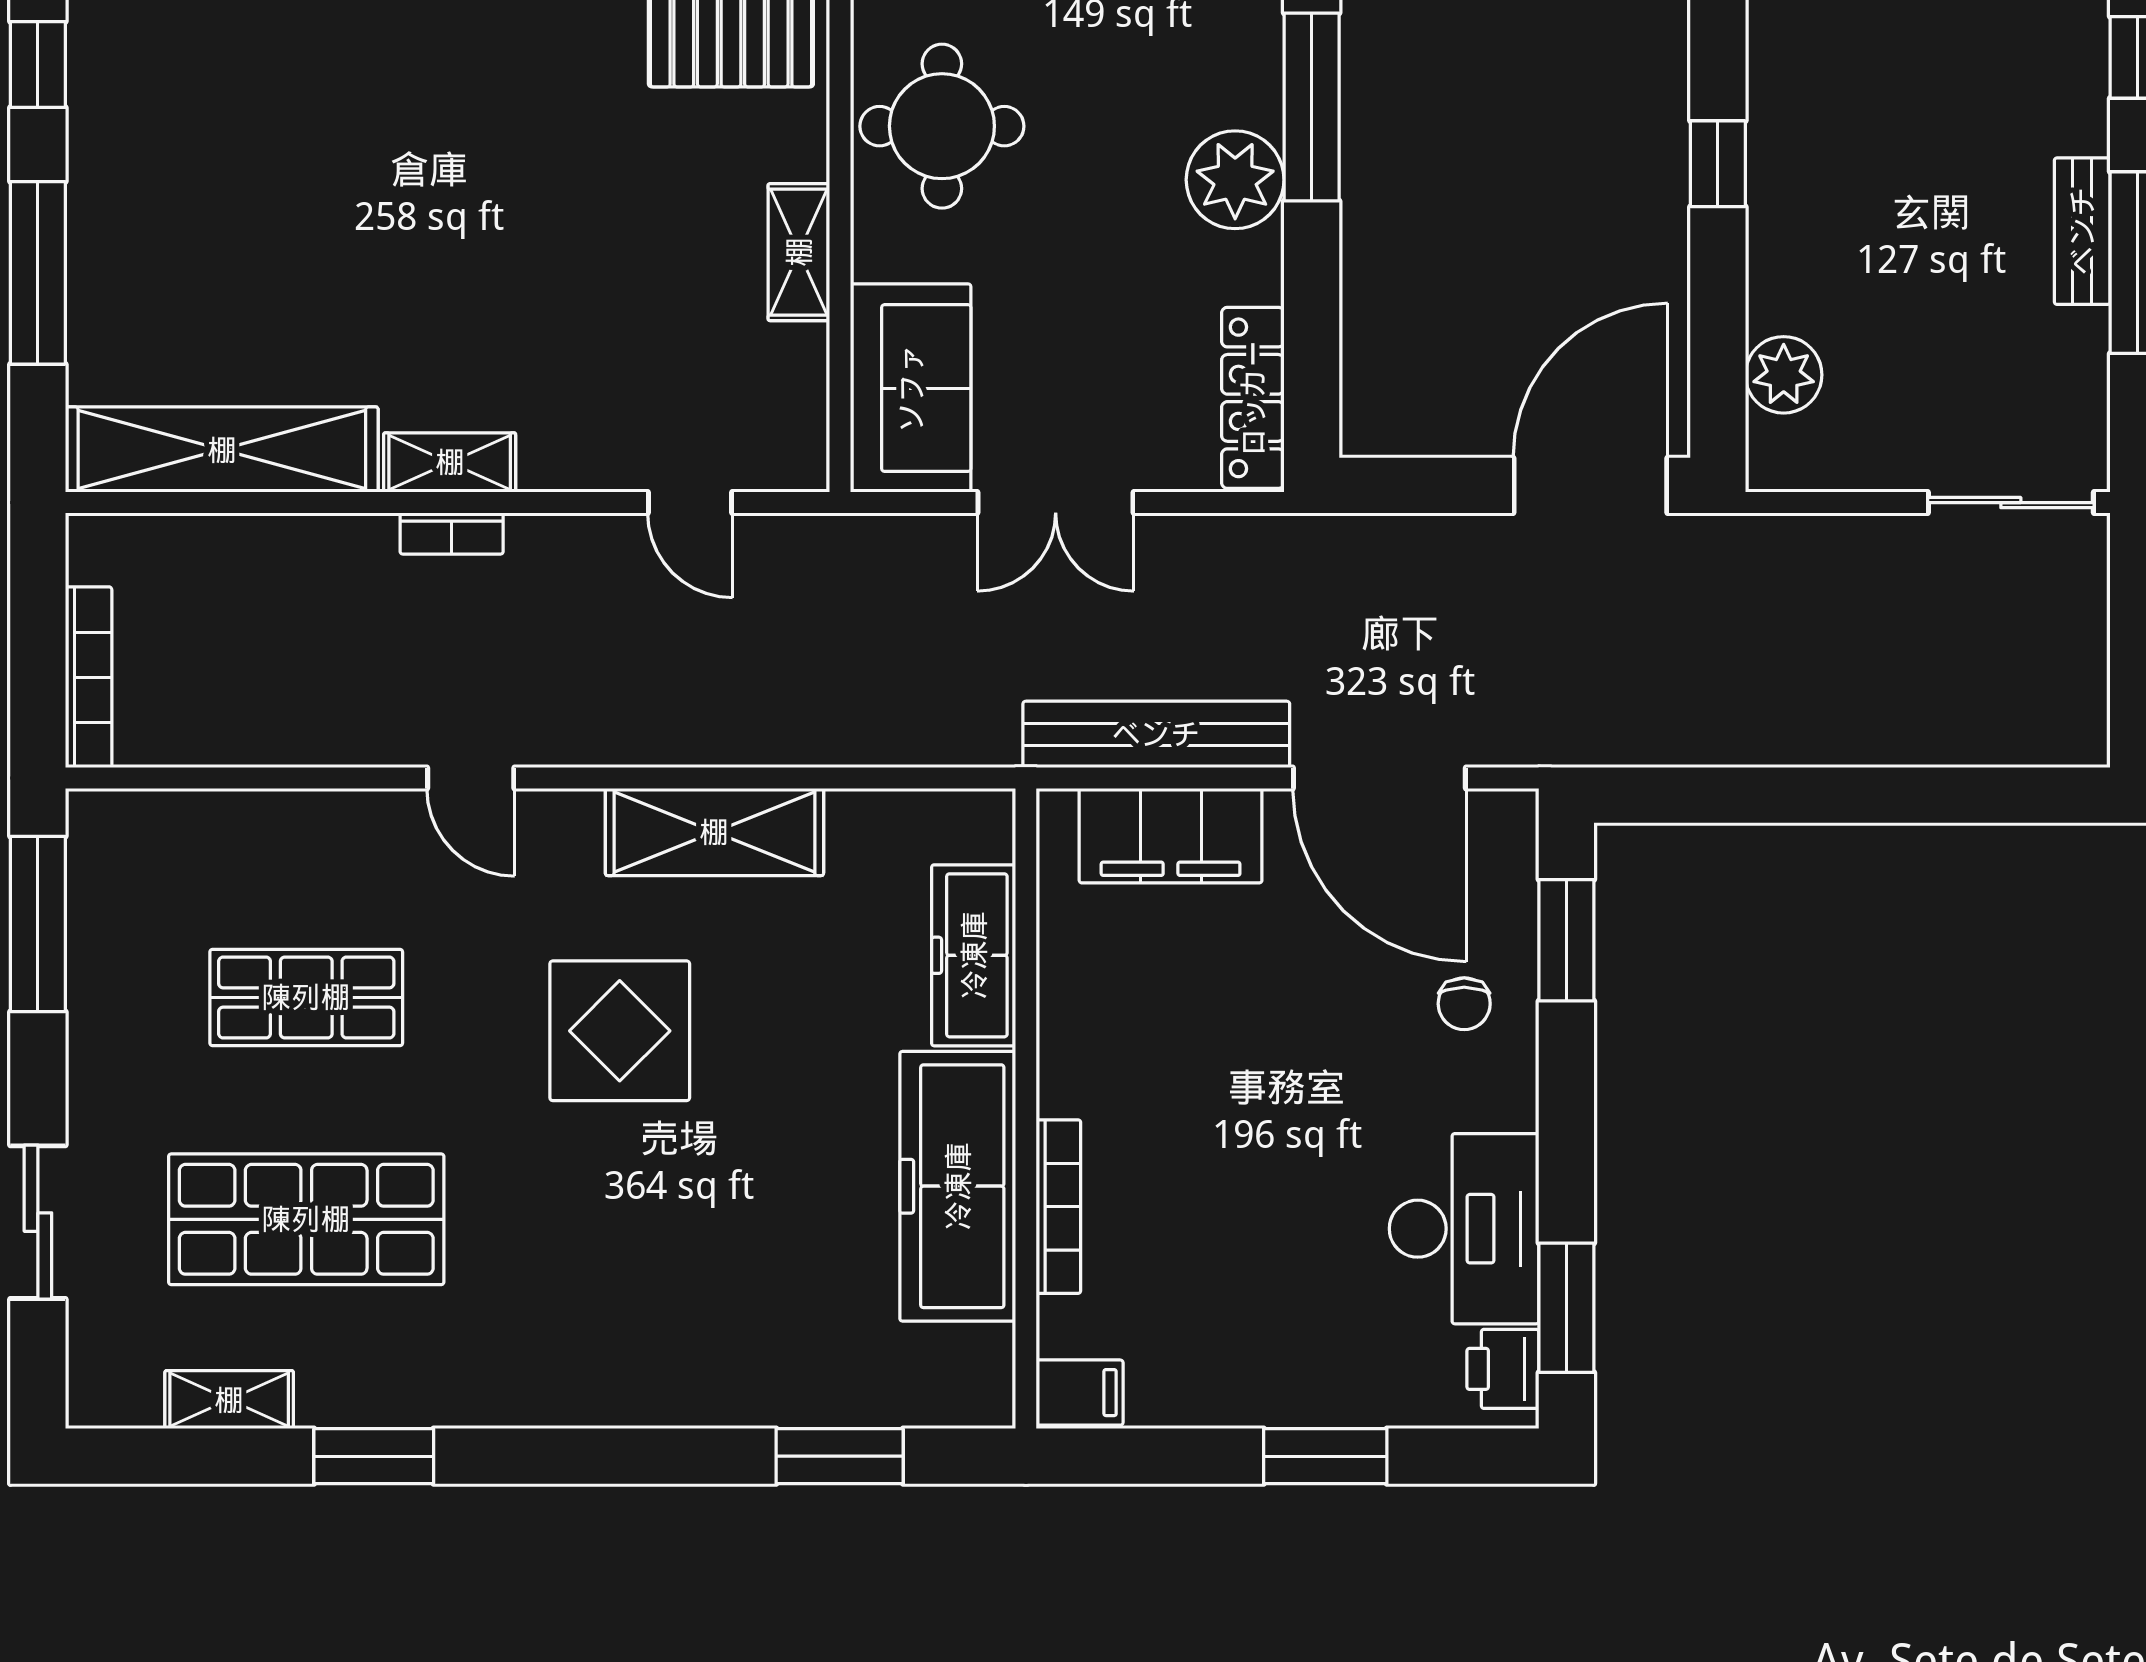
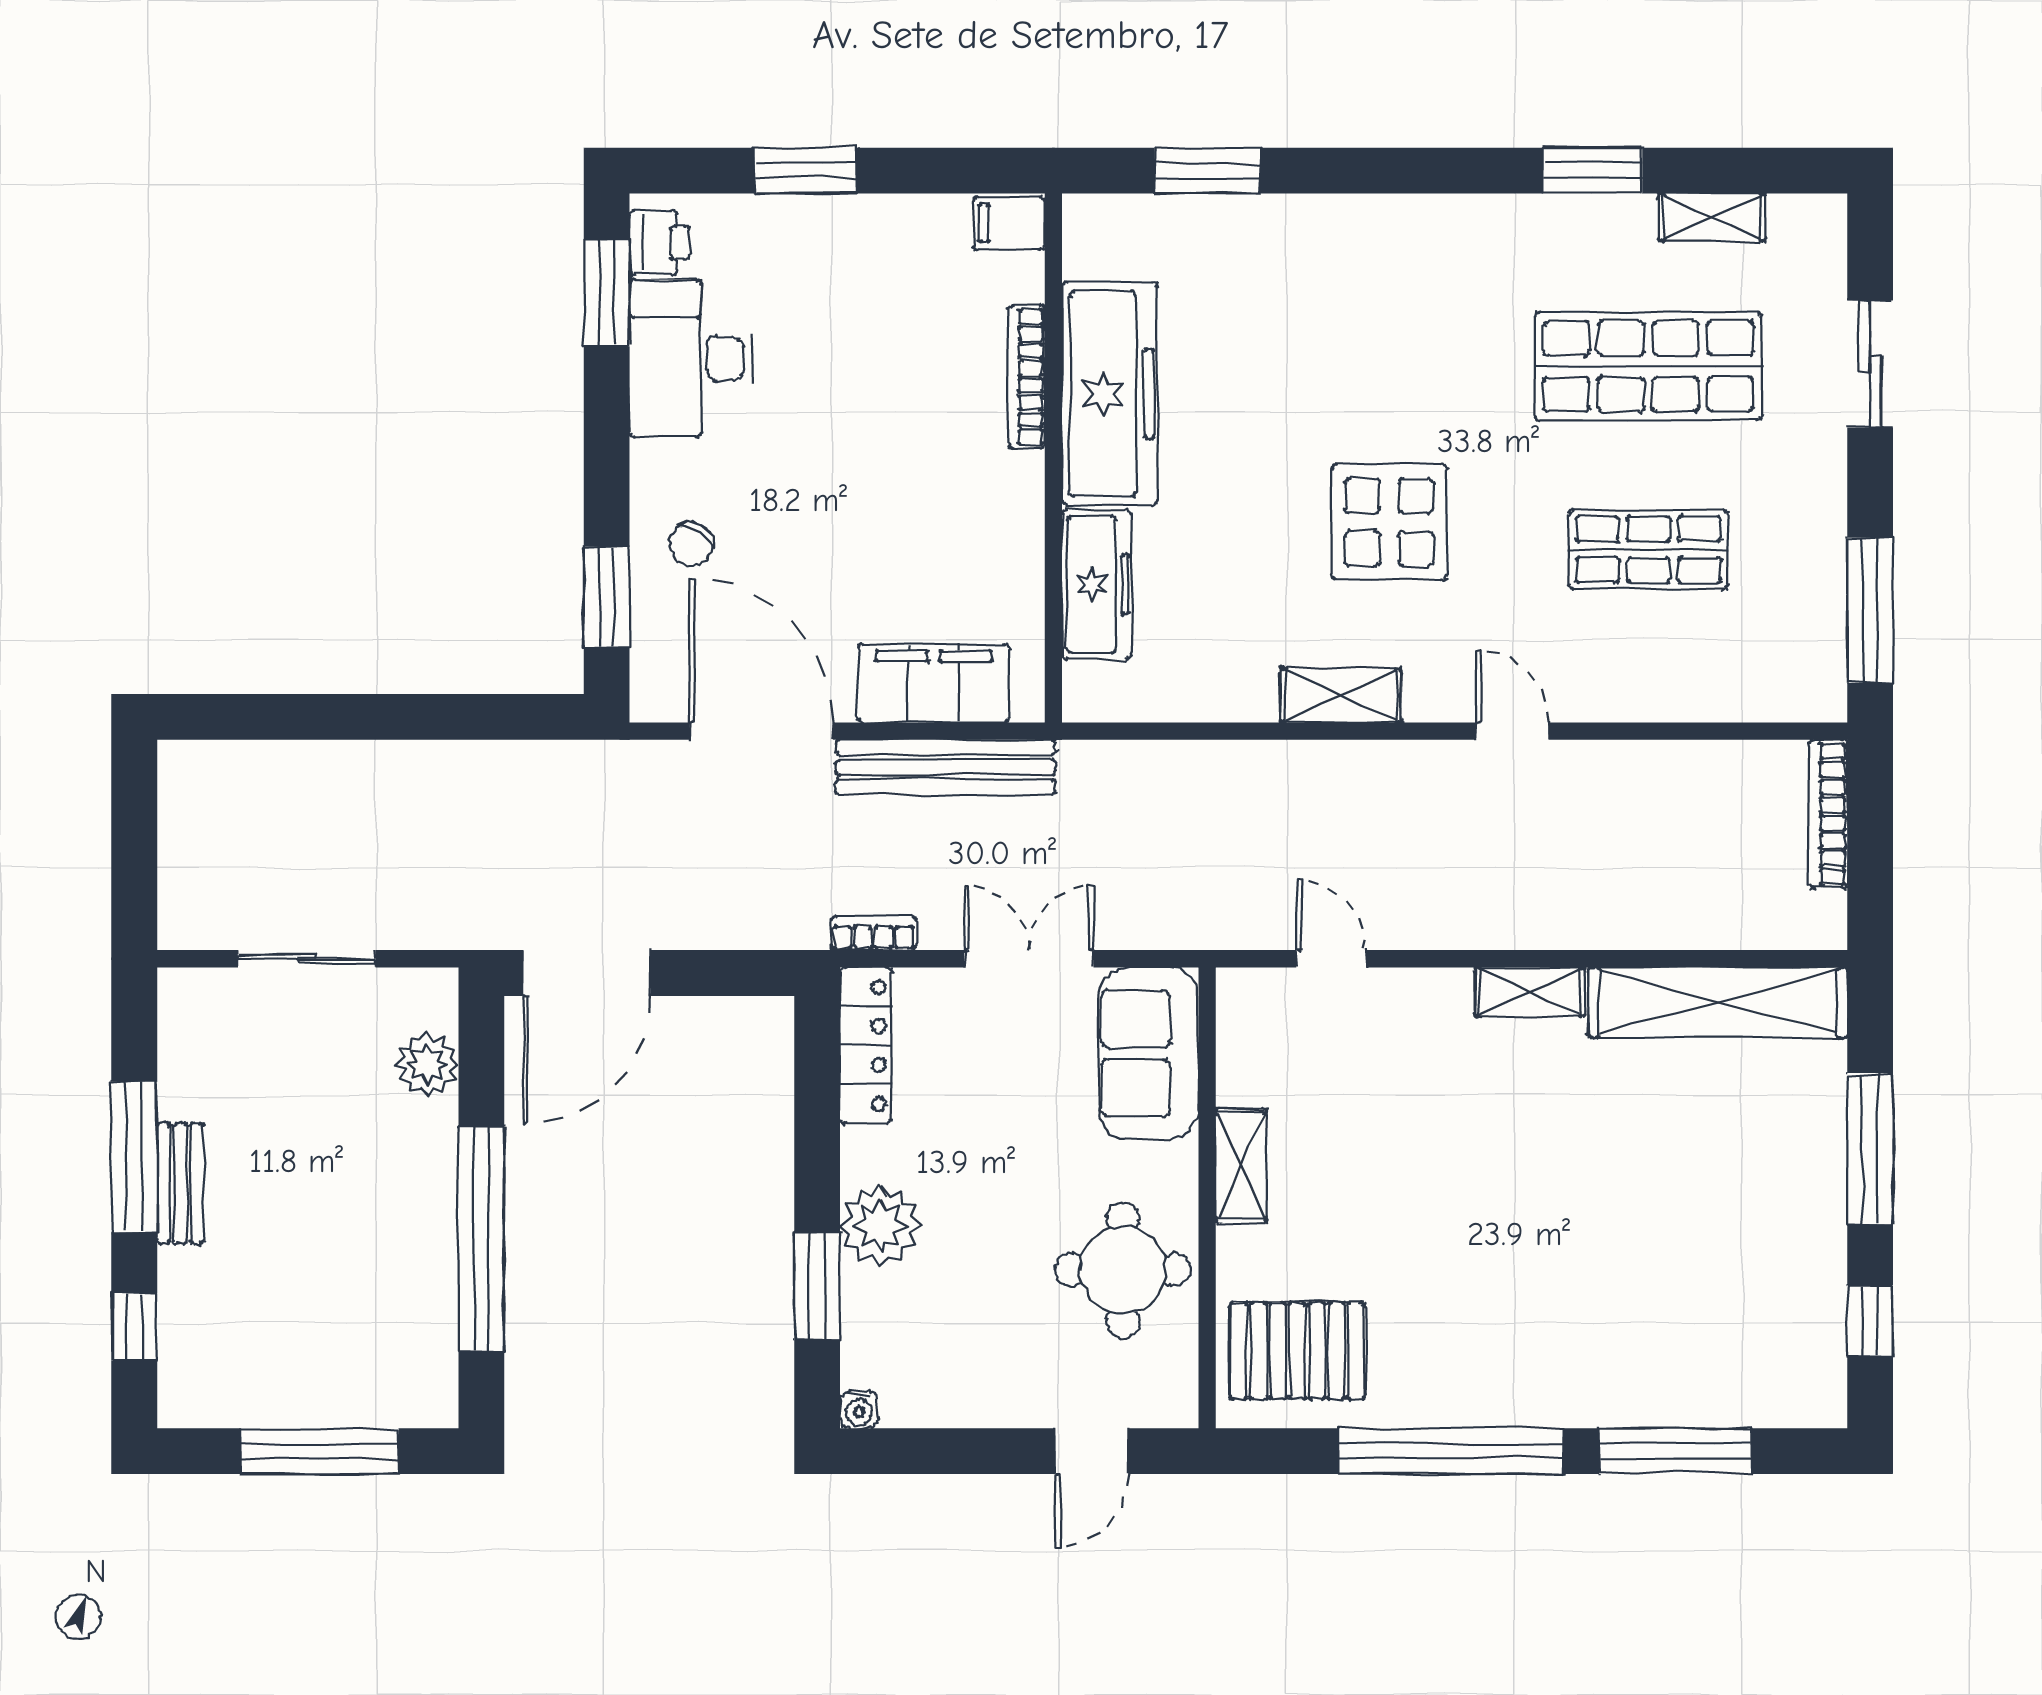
window: (1312, 107) -> (817, 1286), width x0.69
window: (1718, 164) -> (481, 1239), width x3.17
sliding door: (2011, 503) -> (307, 959), moved
bookcase: (452, 533) -> (873, 933), moved
shelving: (714, 832) -> (1341, 696), width x0.67, depth x0.75
chair: (1464, 1004) -> (691, 544), turned -149

